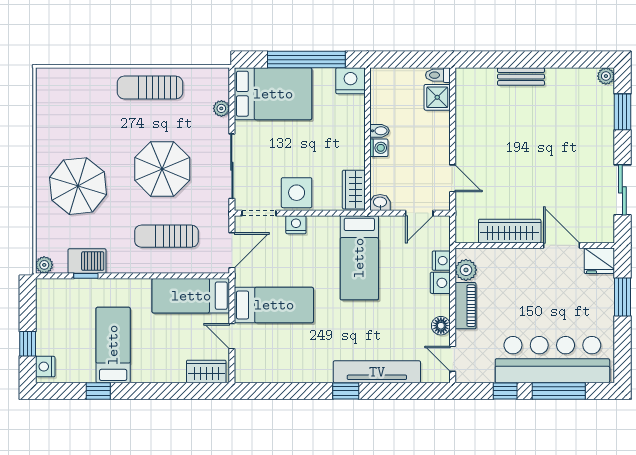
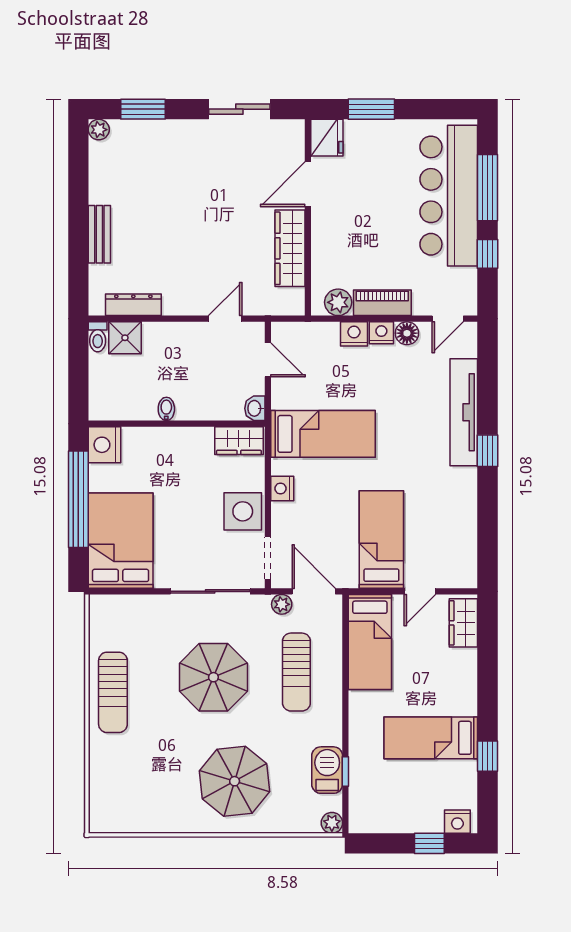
dresser: (464, 104) -> (133, 305), added
plant: (221, 108) -> (282, 604), moved
washing machine: (379, 148) -> (187, 410), removed
nightstand: (296, 225) -> (282, 489), moved
nightstand: (441, 261) -> (381, 333), moved

